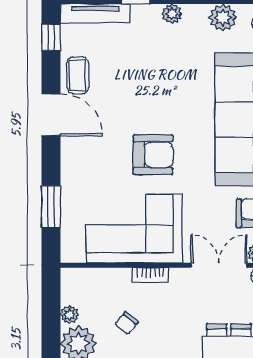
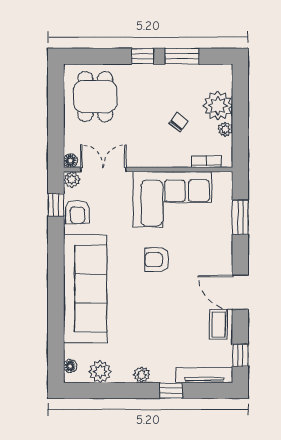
armchair: (153, 155) -> (157, 260), width x0.72, depth x0.72
double door: (219, 265) -> (103, 170), swing flipped
bookcase: (151, 275) -> (206, 162), moved

